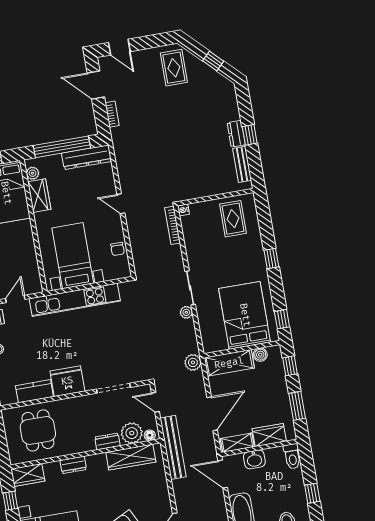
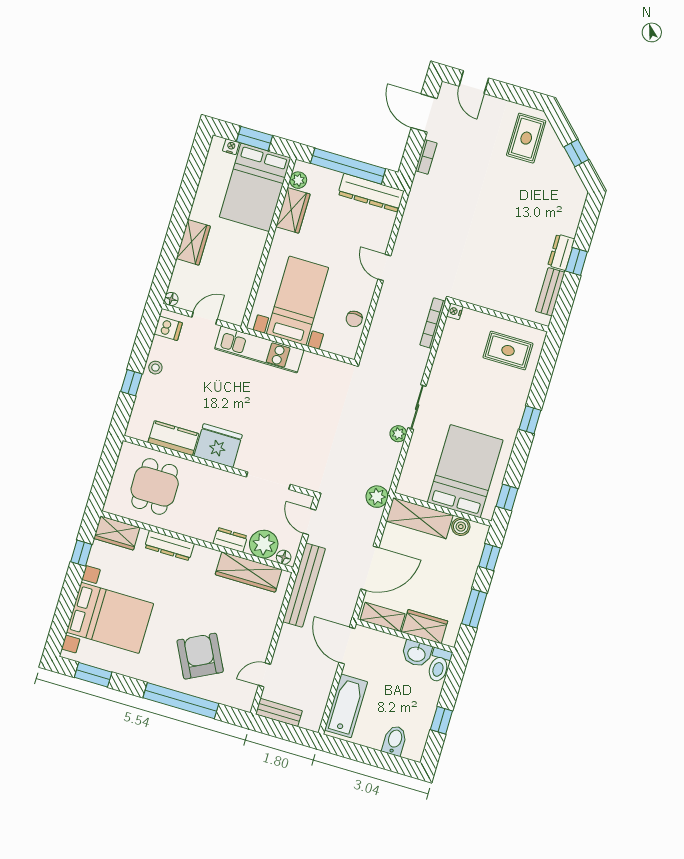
rug: (233, 219) -> (508, 351), turned 90
kitchen unit: (75, 300) -> (259, 349), width x0.73
washbasin: (254, 459) -> (417, 654), moved
dresser: (73, 465) -> (169, 546), width x1.44

